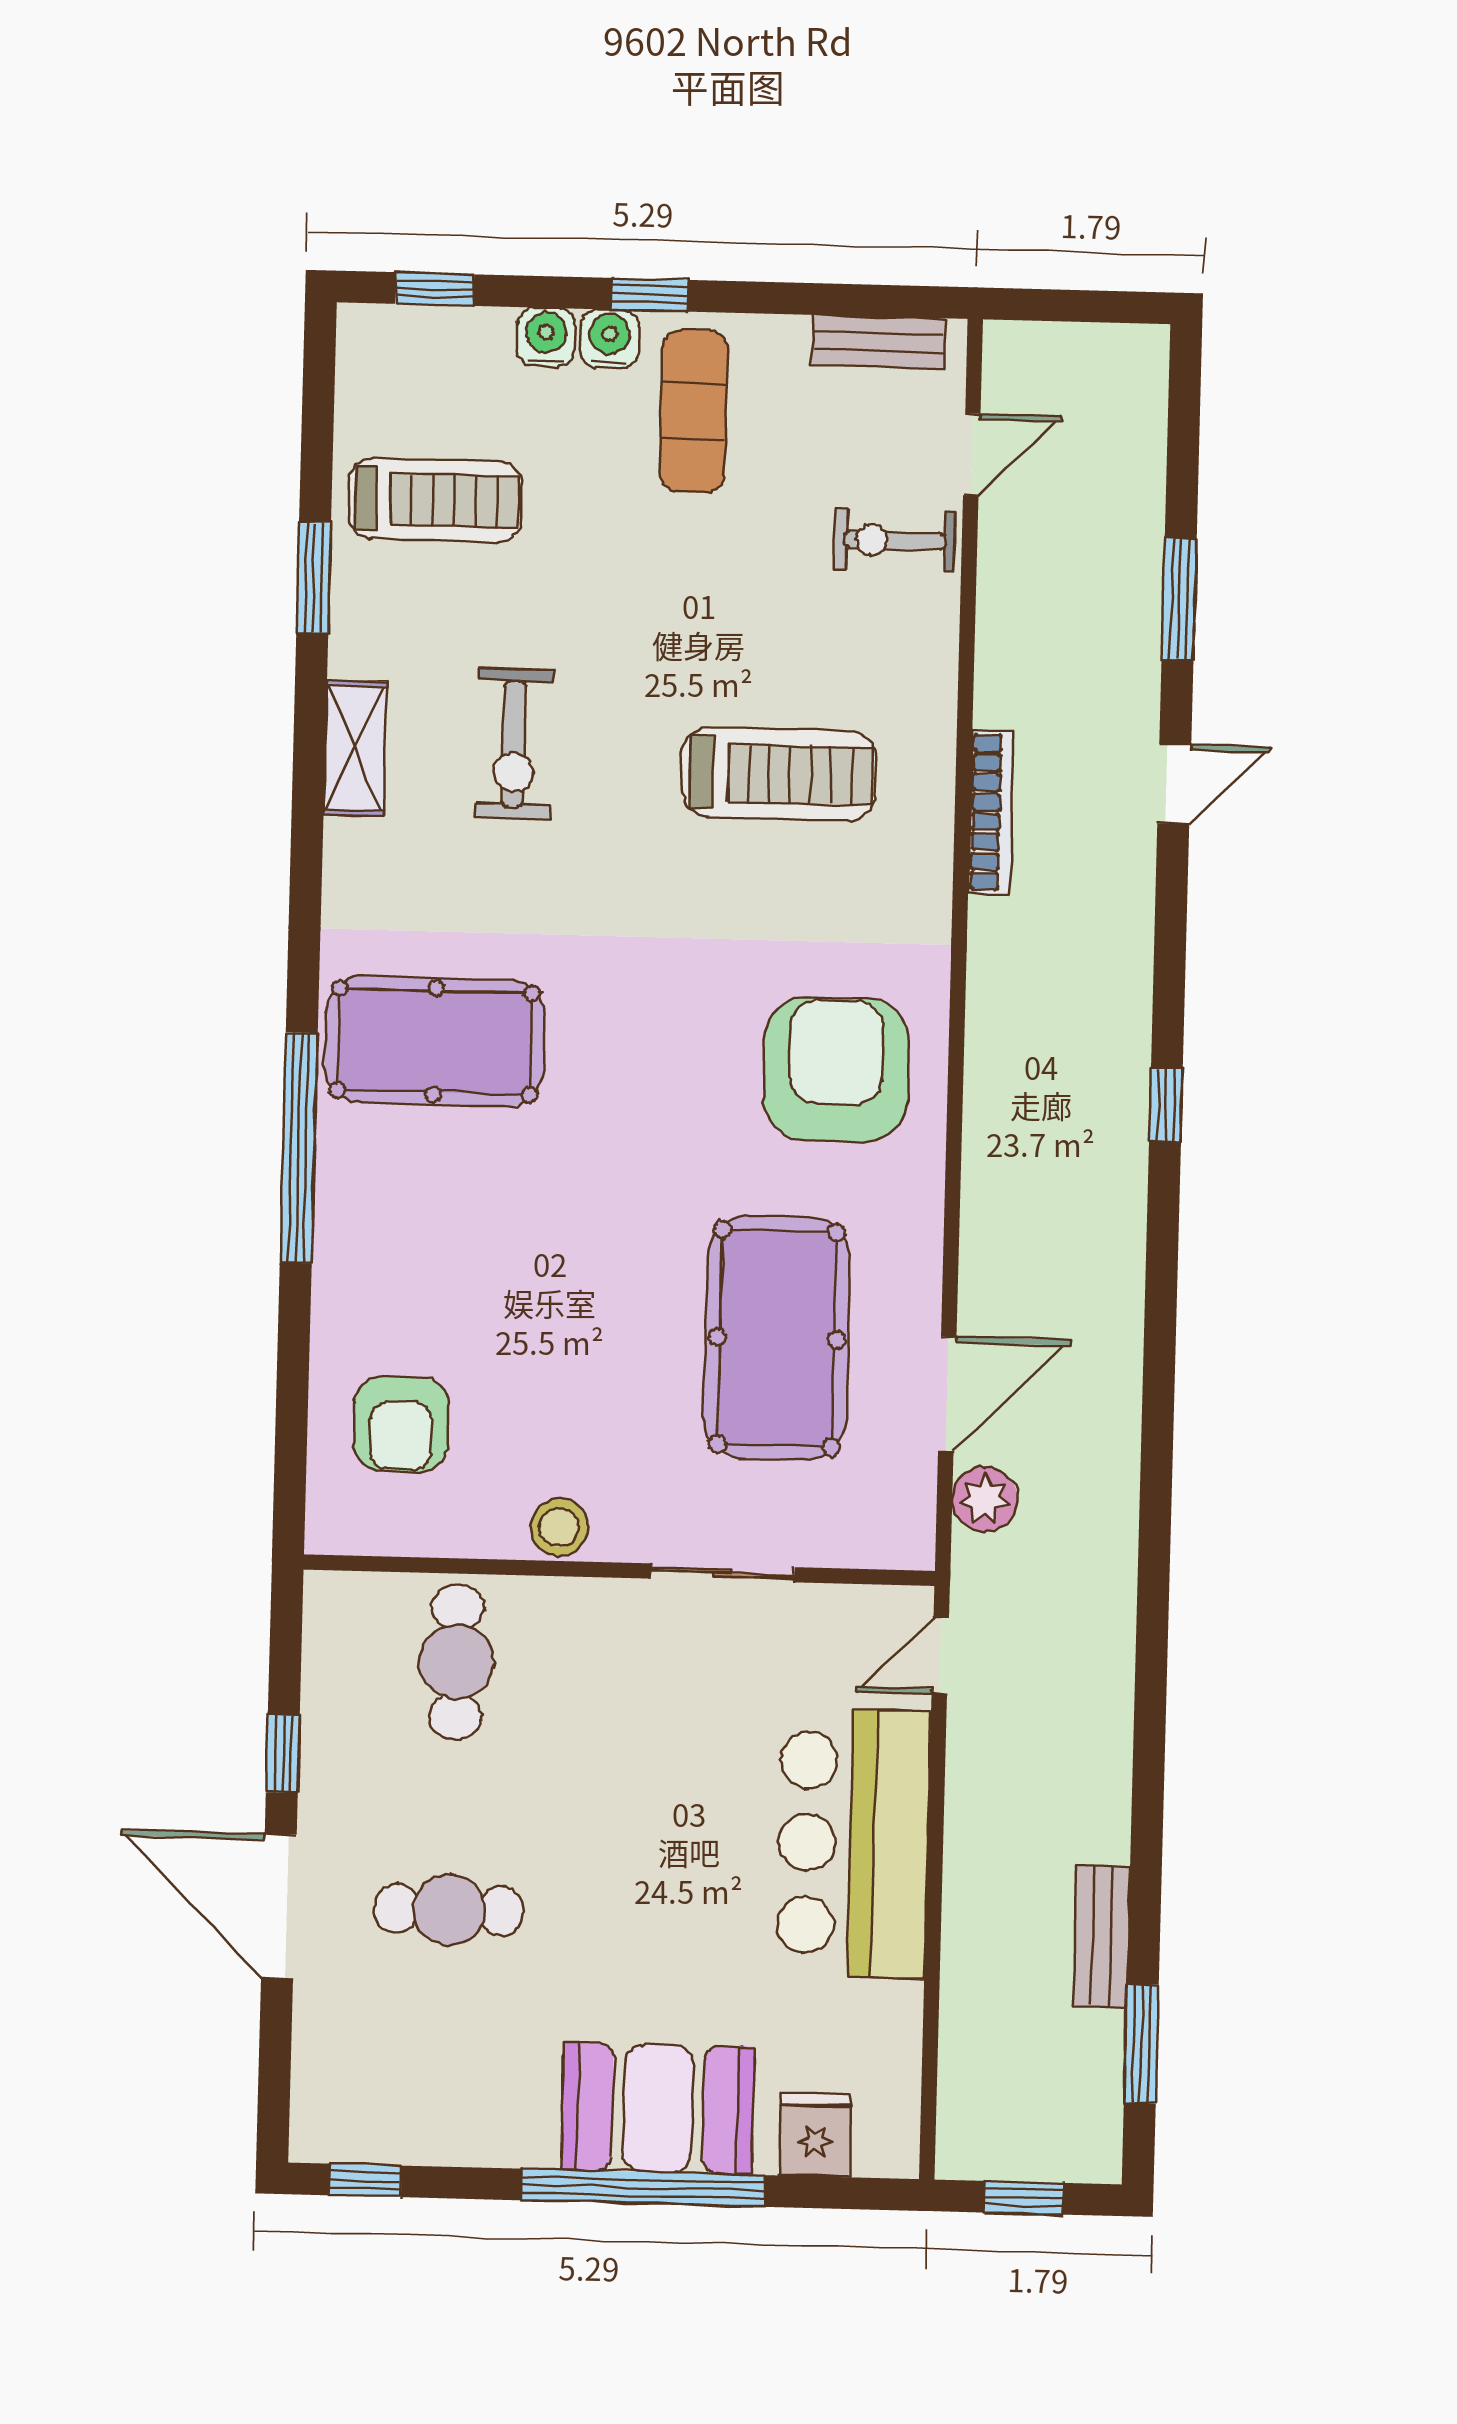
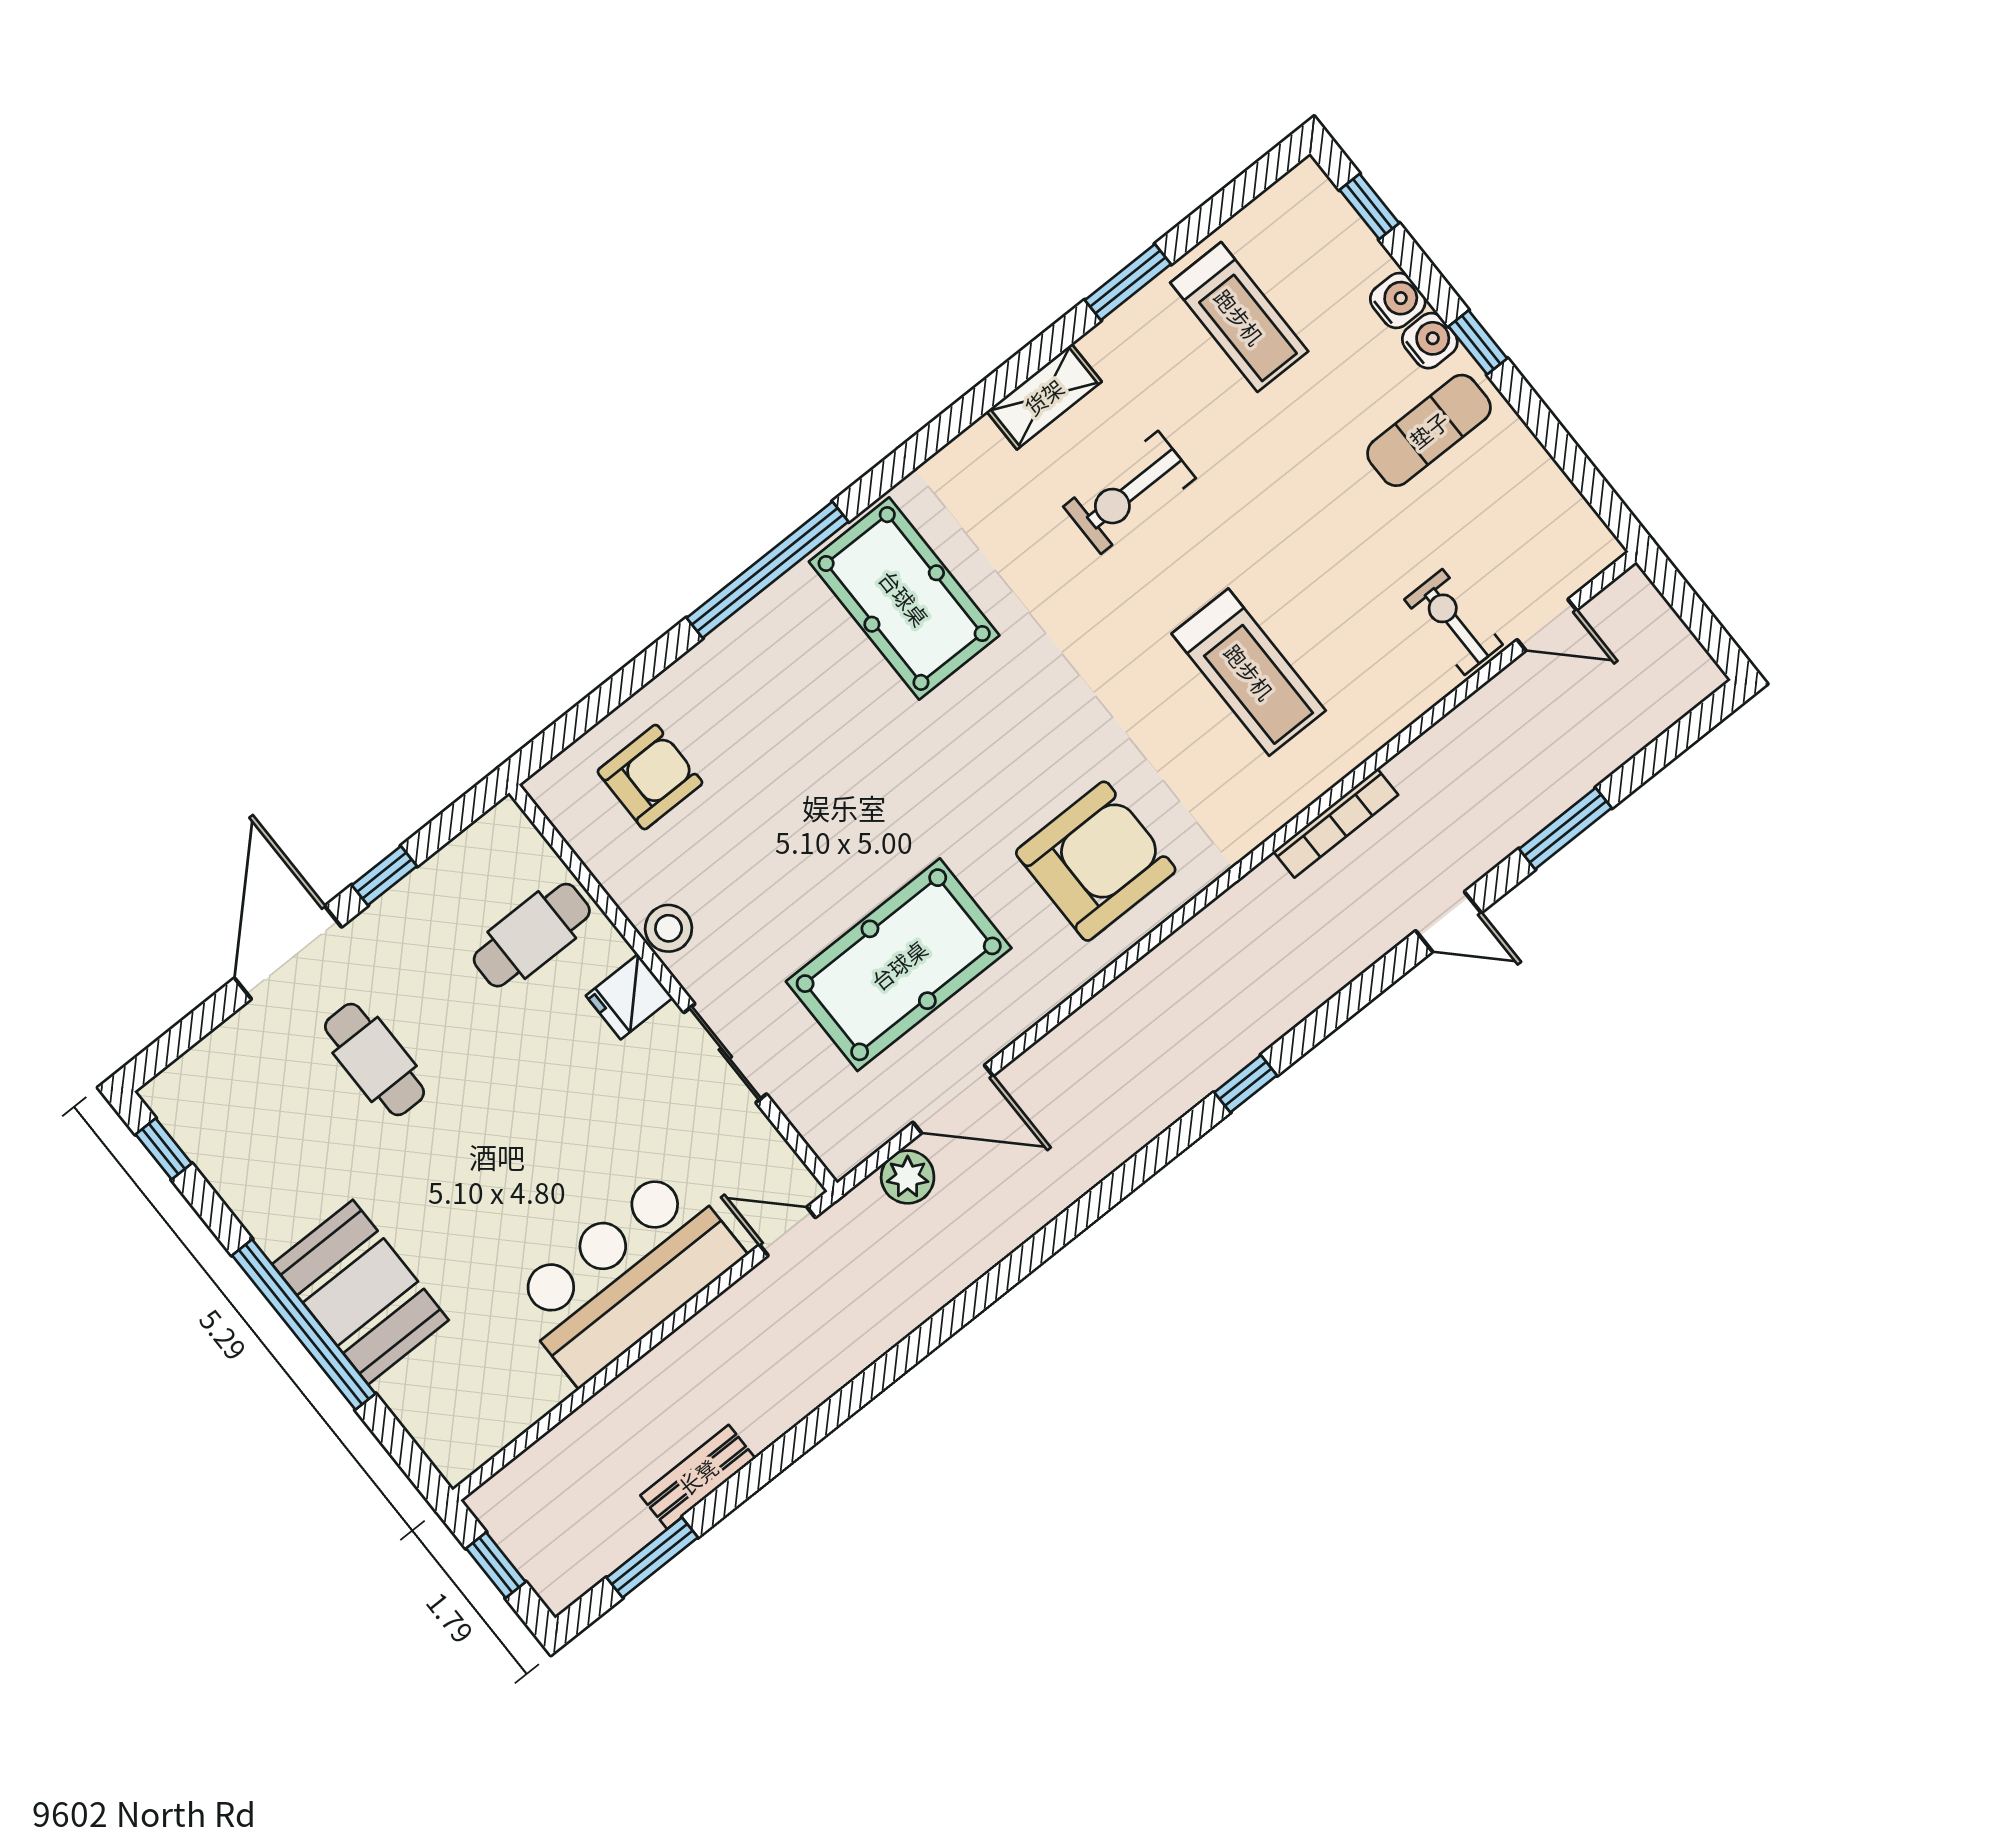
bench: (879, 342) -> (1568, 509), removed
armchair: (401, 1424) -> (650, 777), turned 180
fridge: (815, 2135) -> (629, 997), moved, turned 180

